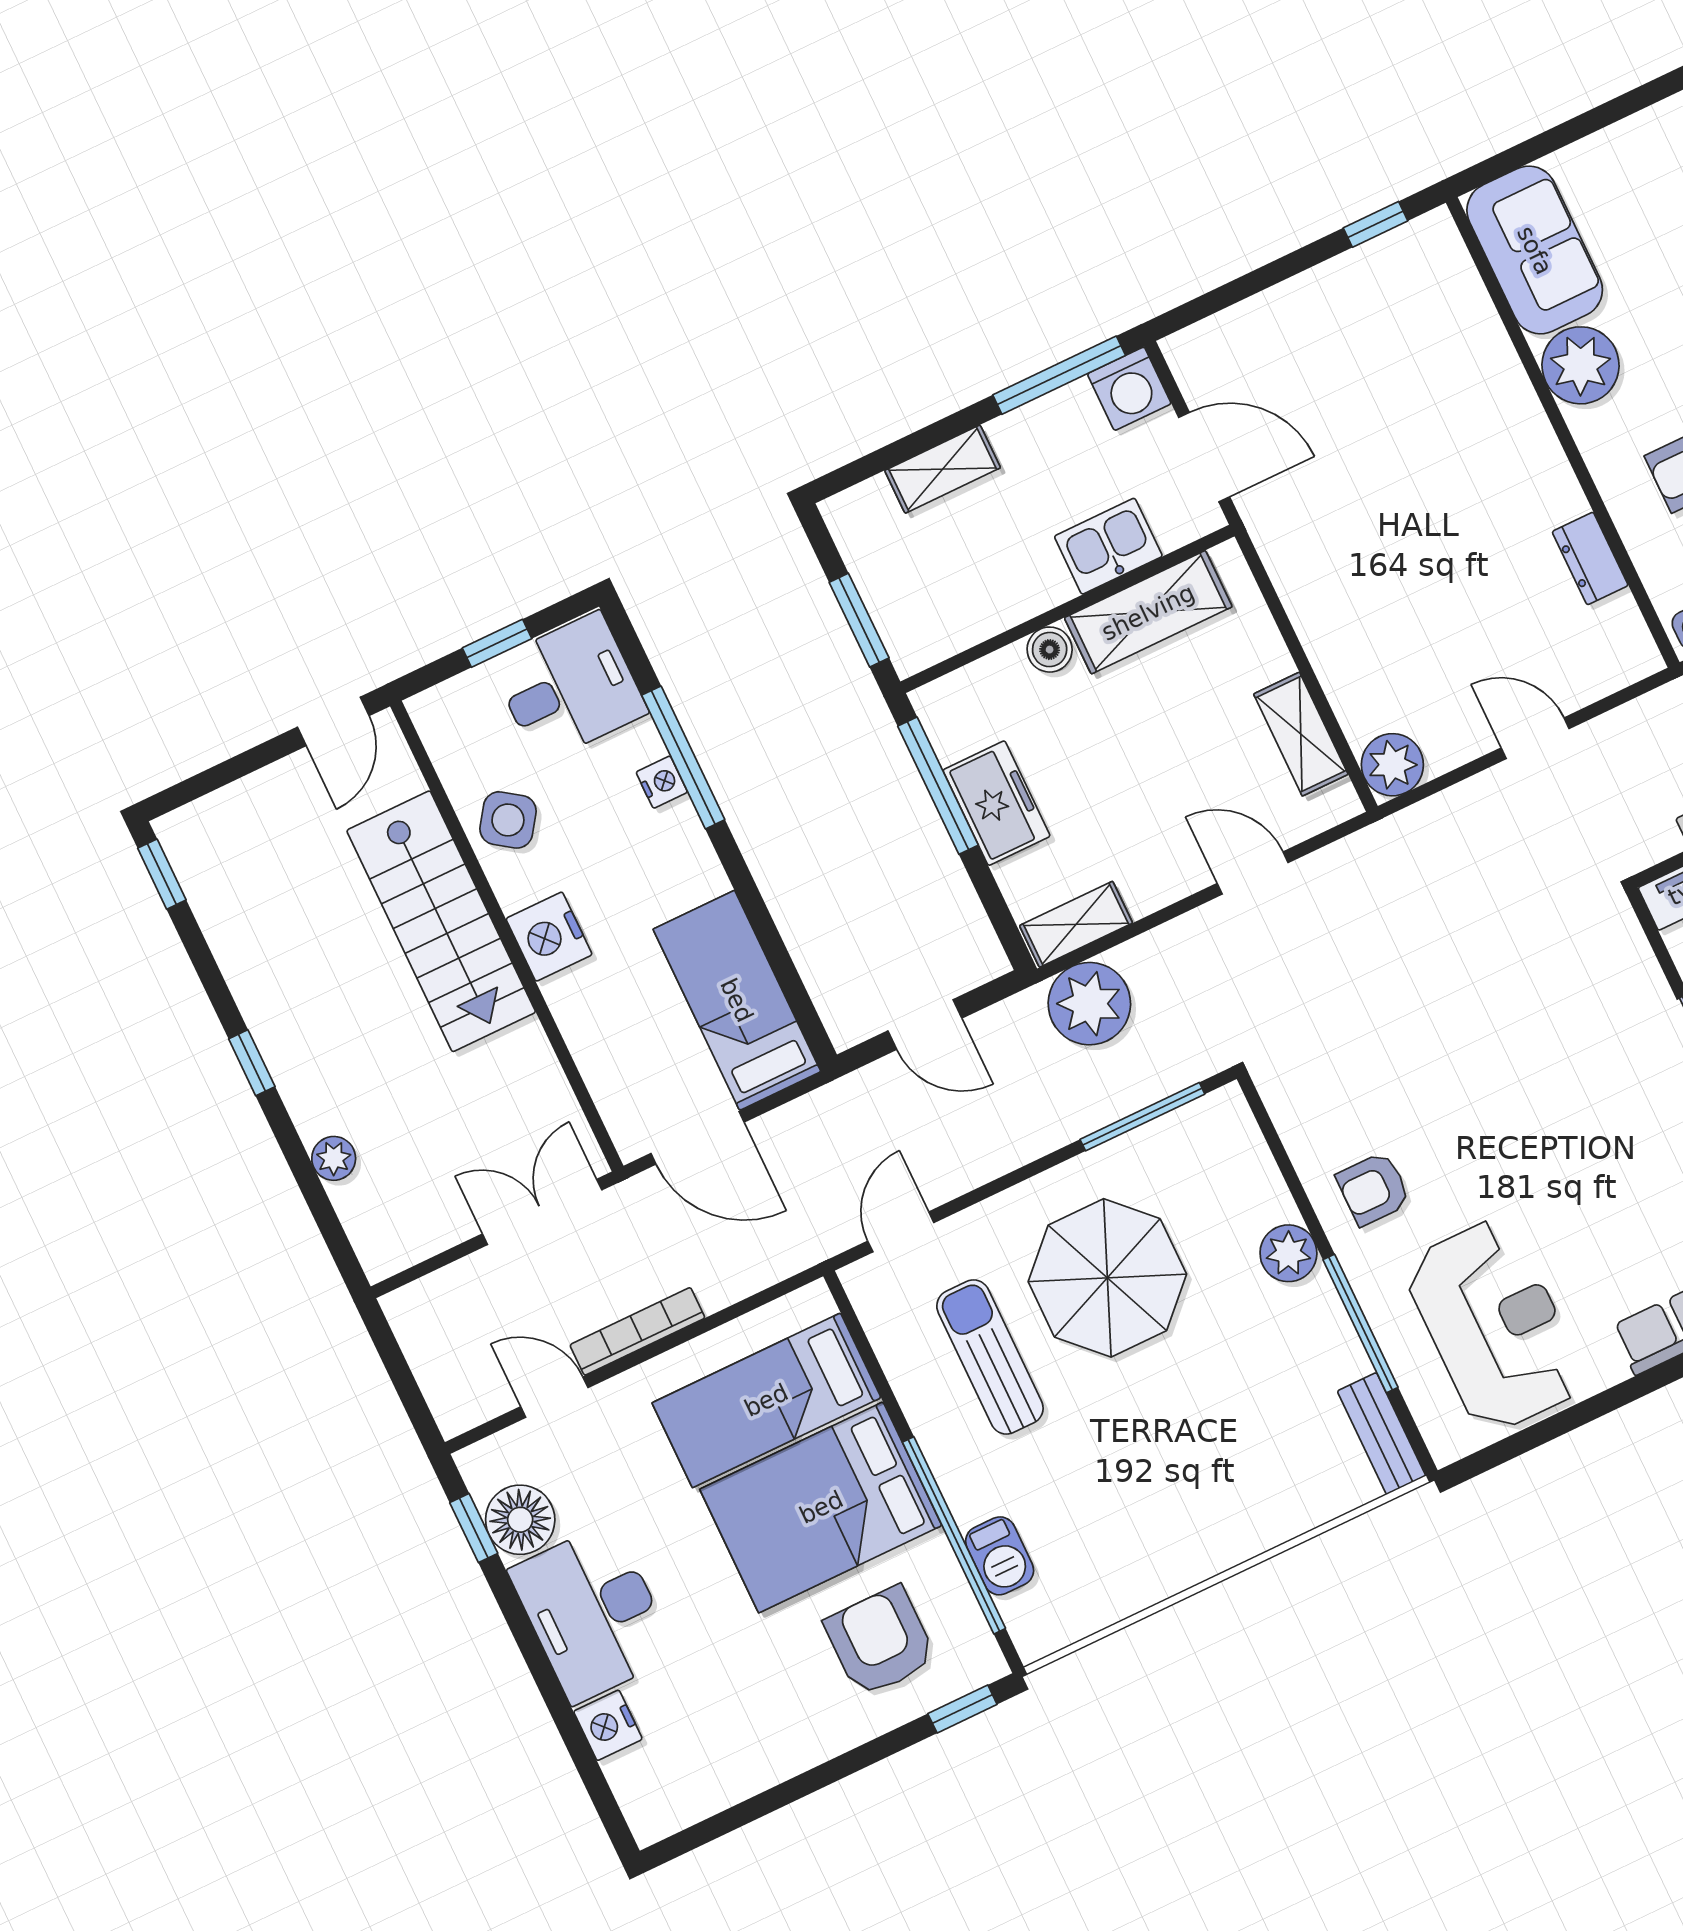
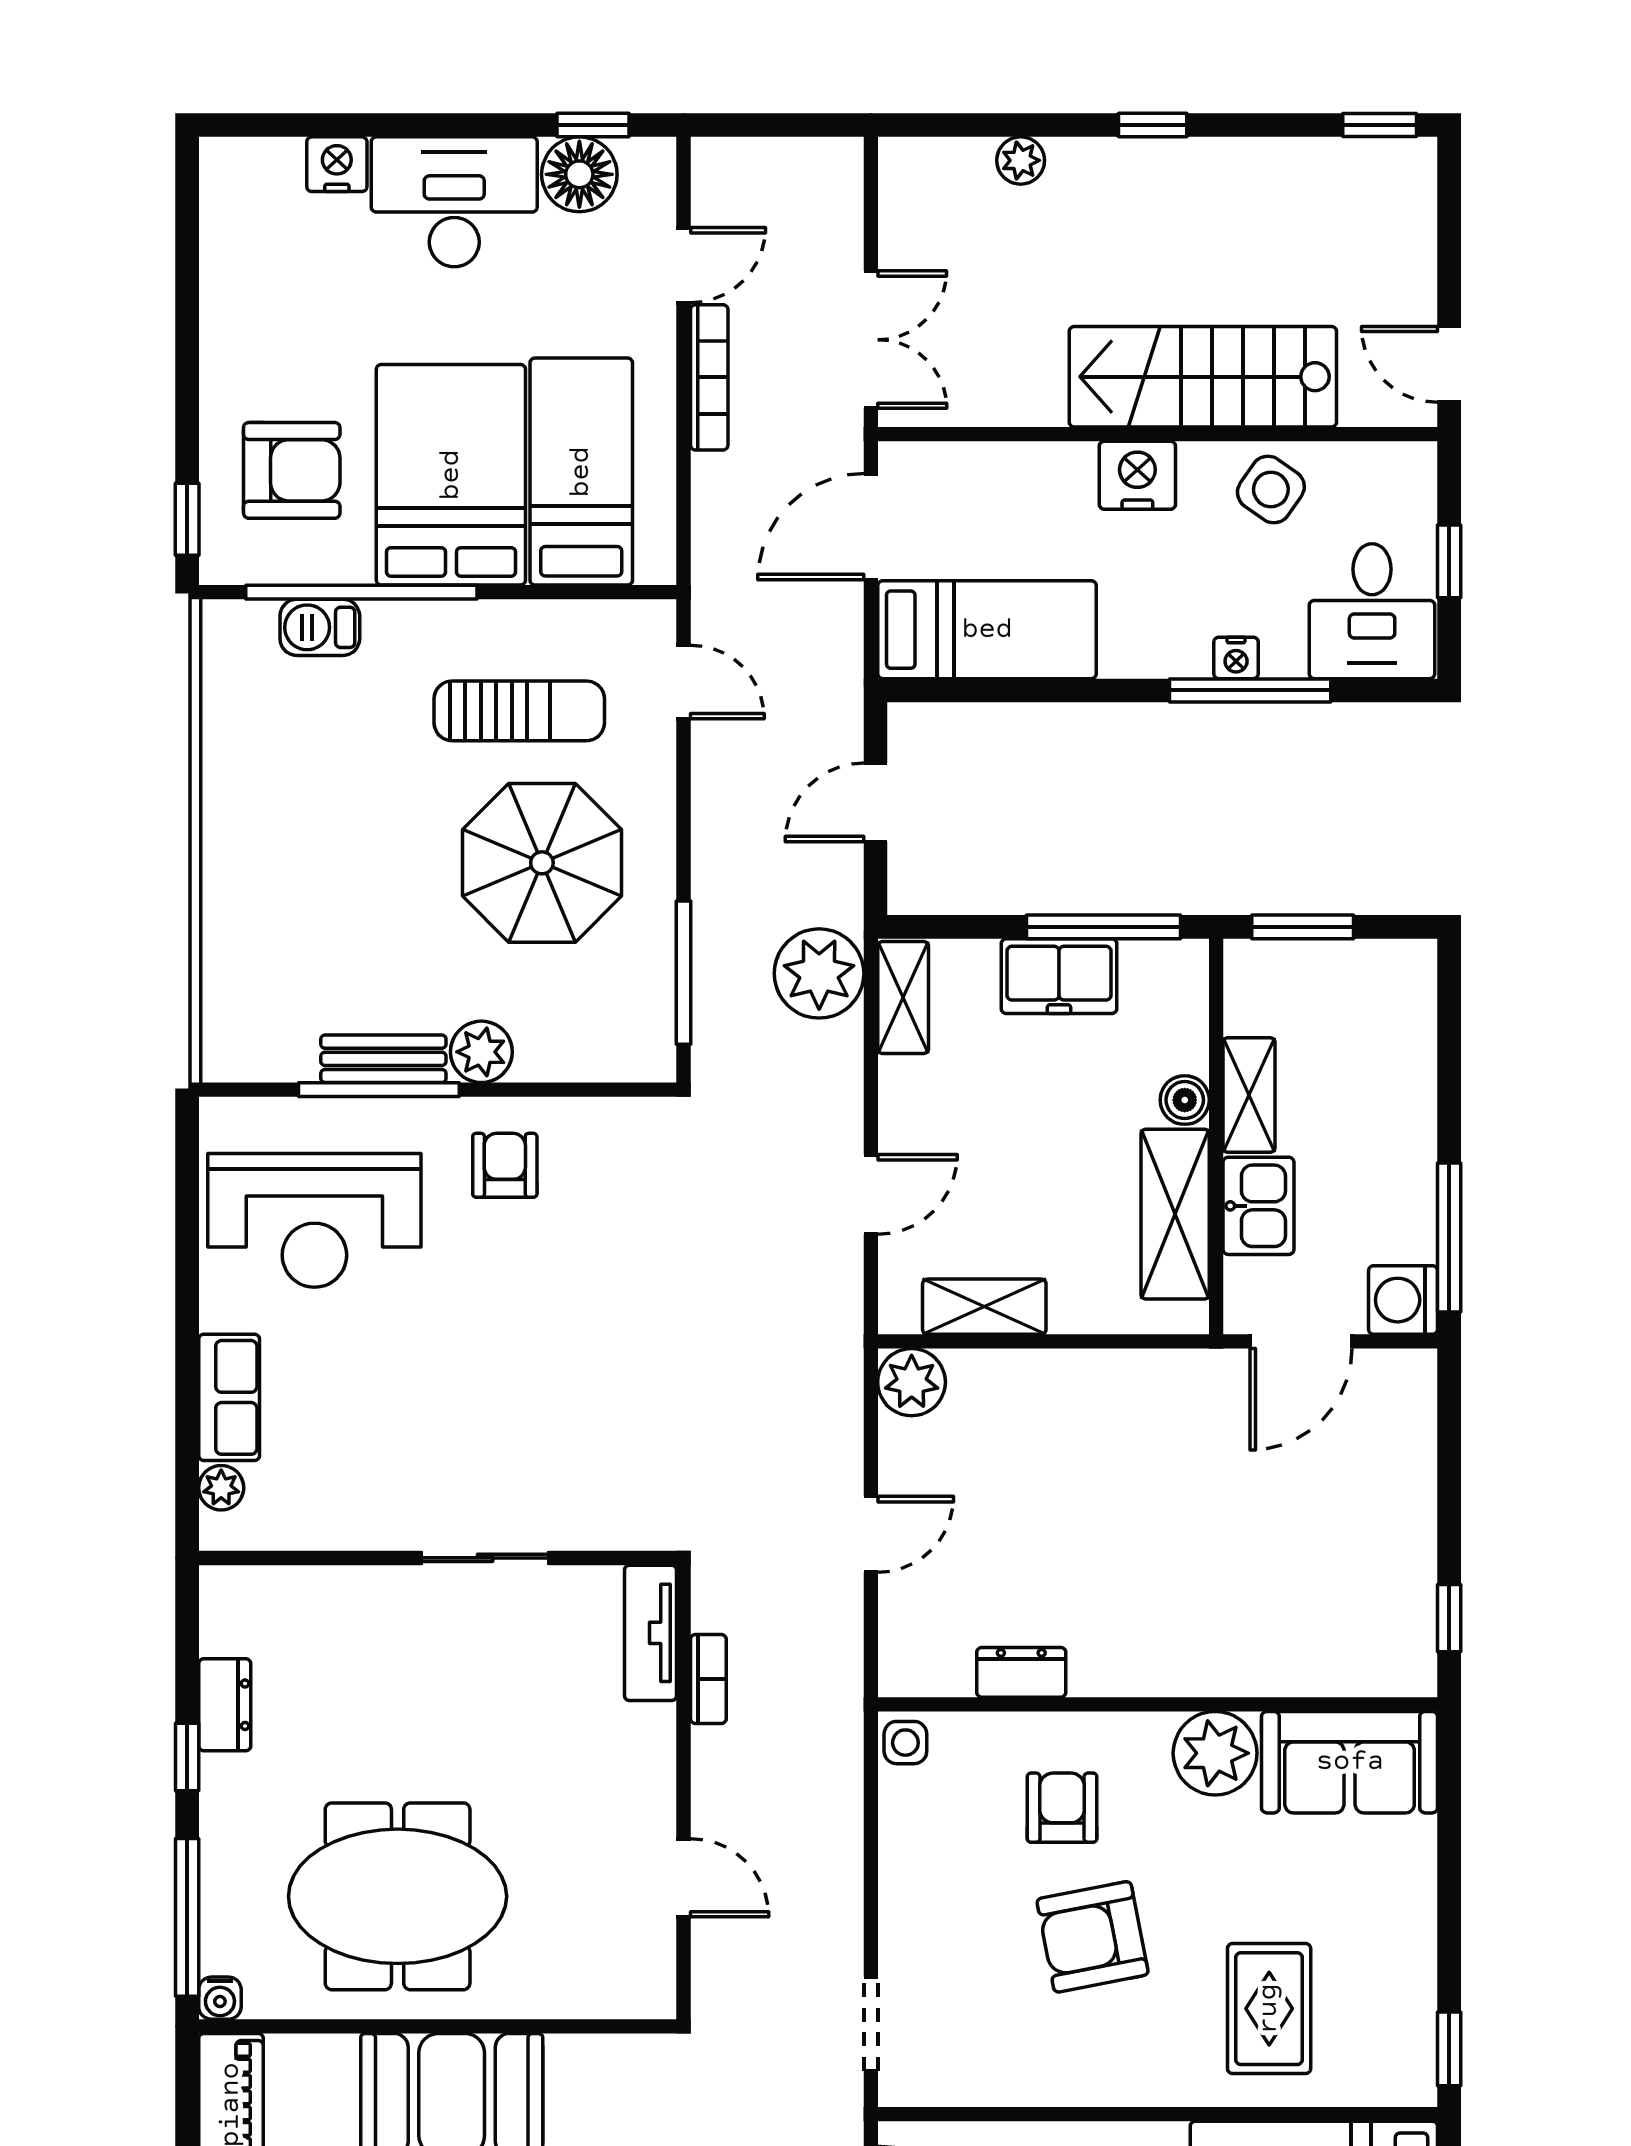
shelving: (943, 469) -> (1249, 1095), moved
bench: (1382, 1433) -> (383, 1059), moved

